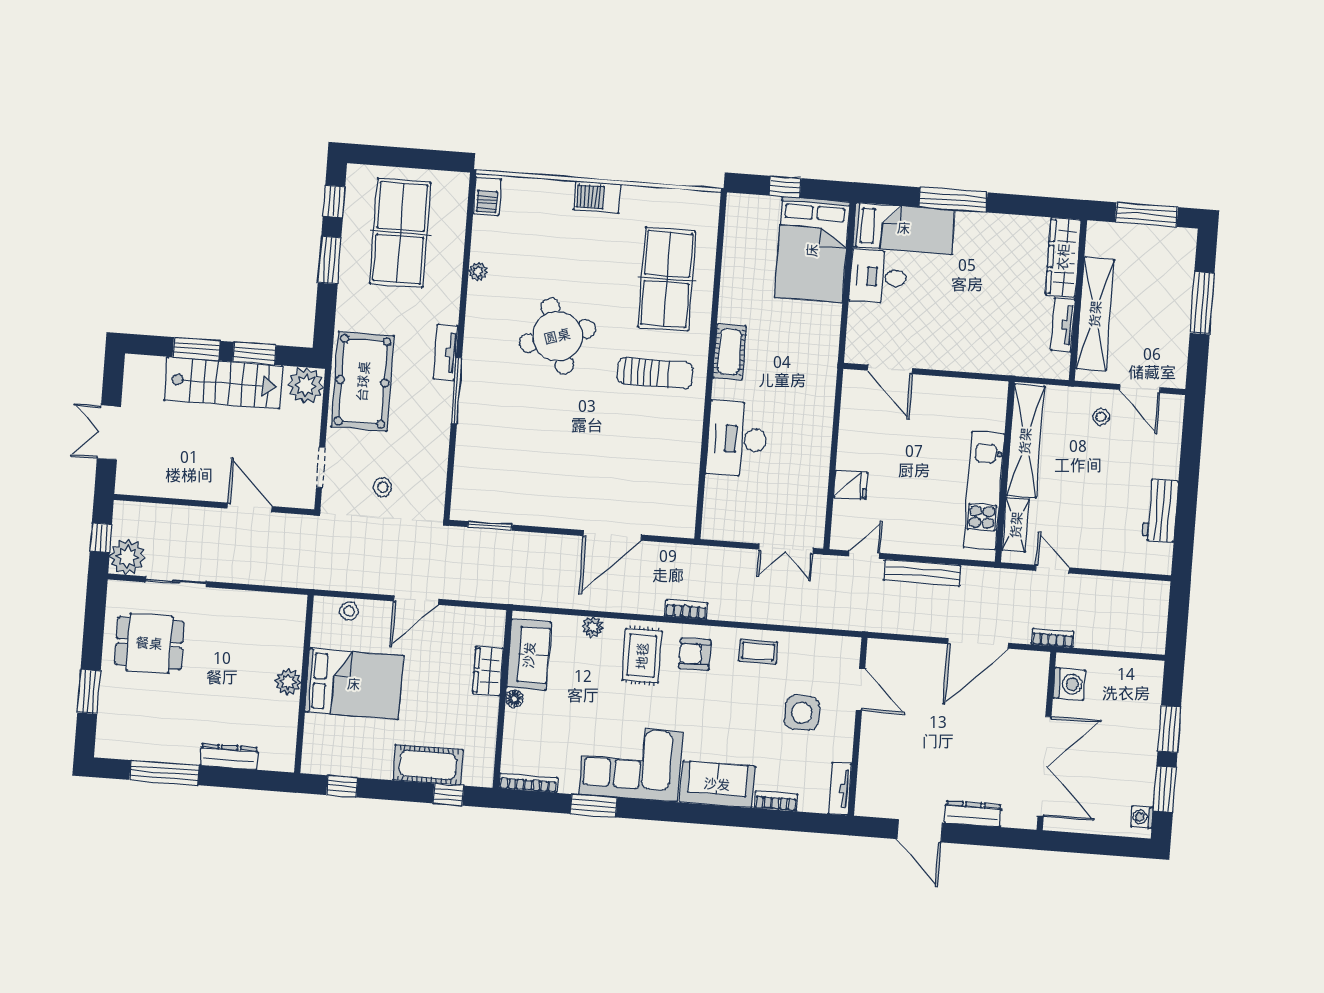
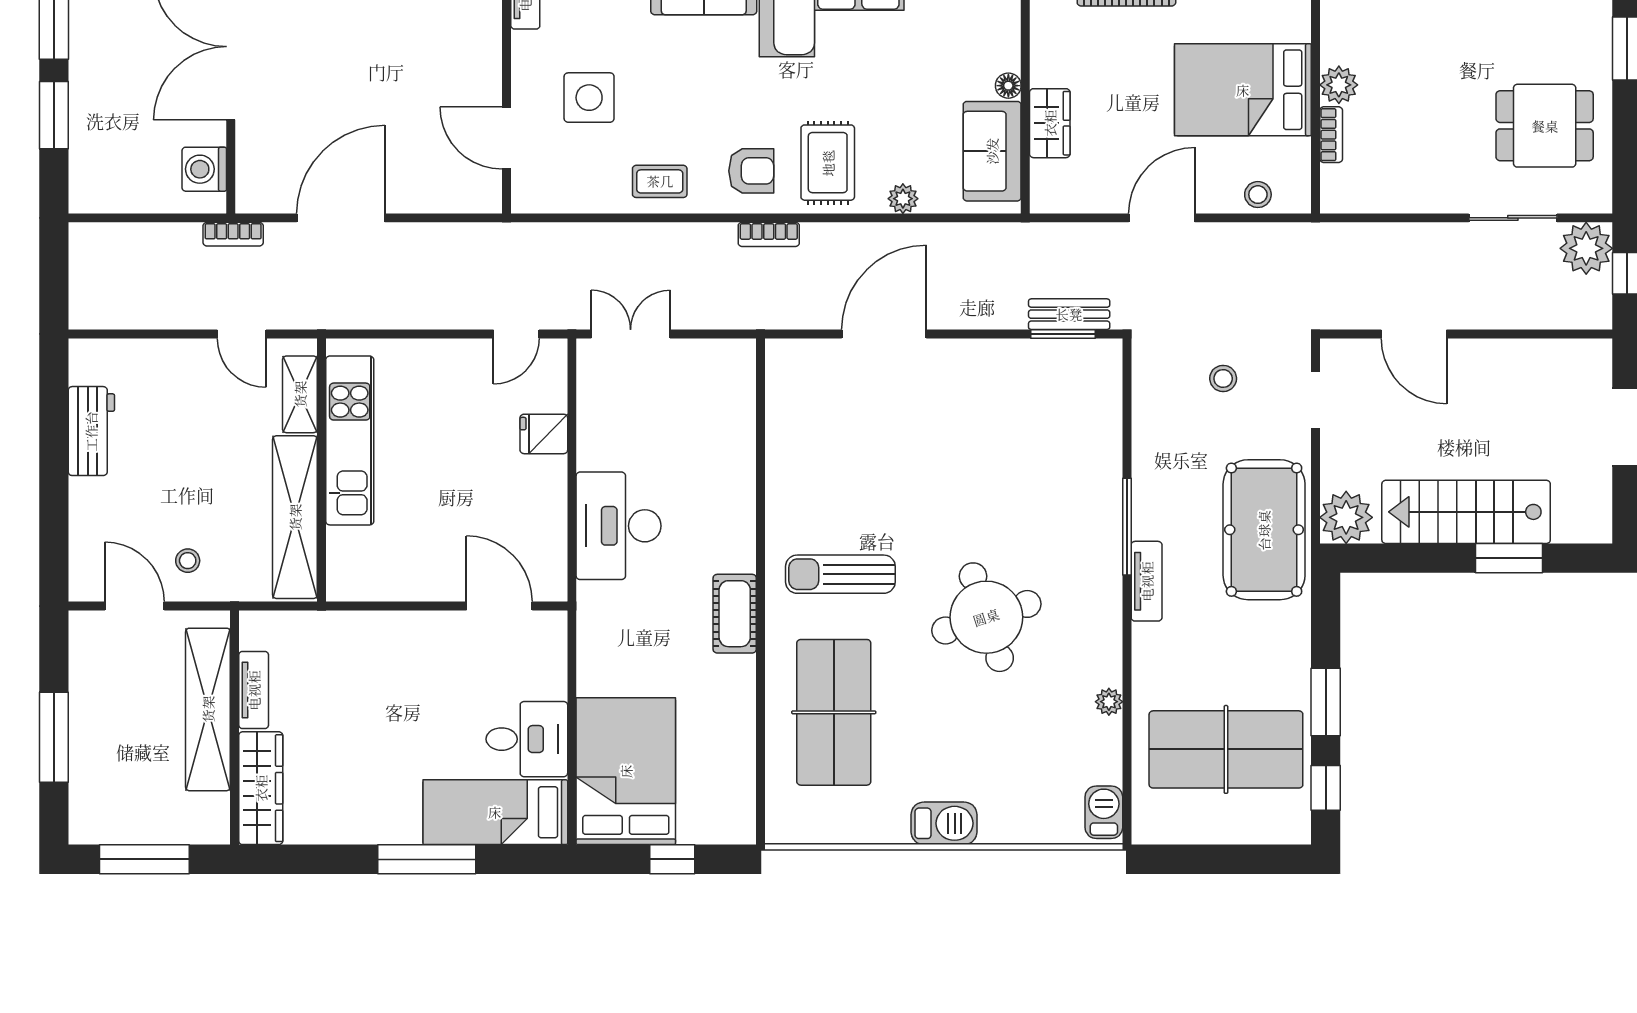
table tennis table: (400, 233) -> (1226, 749), turned 90
window: (254, 353) -> (1424, 558), removed
desk: (737, 439) -> (619, 526), moved, turned 180
bench: (922, 573) -> (1069, 314), moved, width x0.73
bookcase: (296, 648) -> (1331, 135), added

